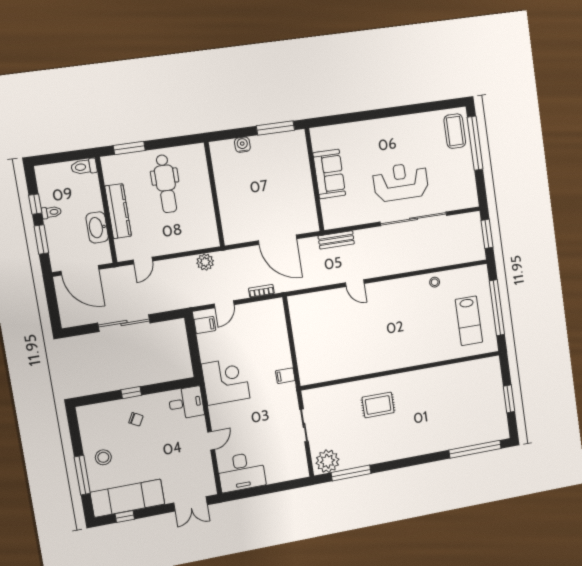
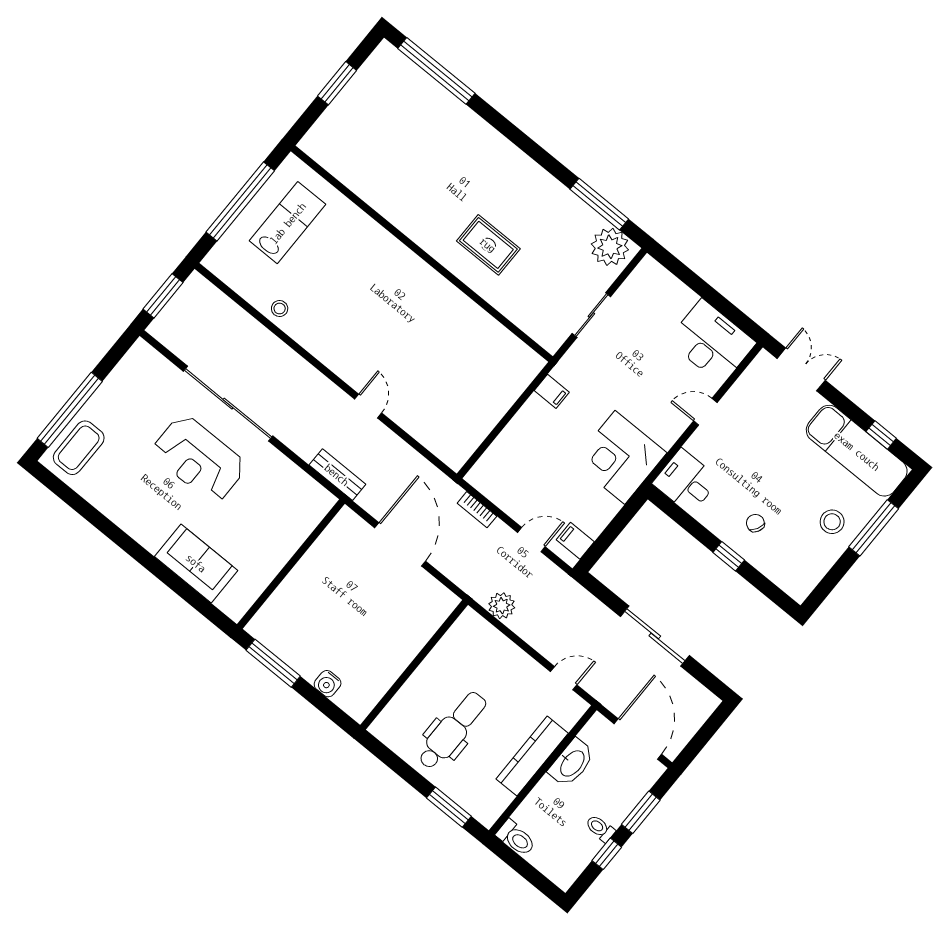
sofa: (329, 174) -> (196, 563), moved, turned 90

